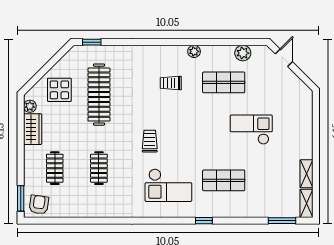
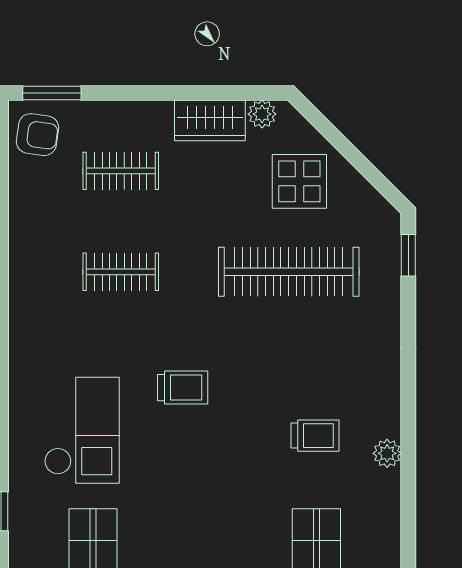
plant: (194, 51) -> (387, 453), moved
trolley: (171, 83) -> (315, 436), turned 90
checkout: (168, 185) -> (82, 430), turned 180

